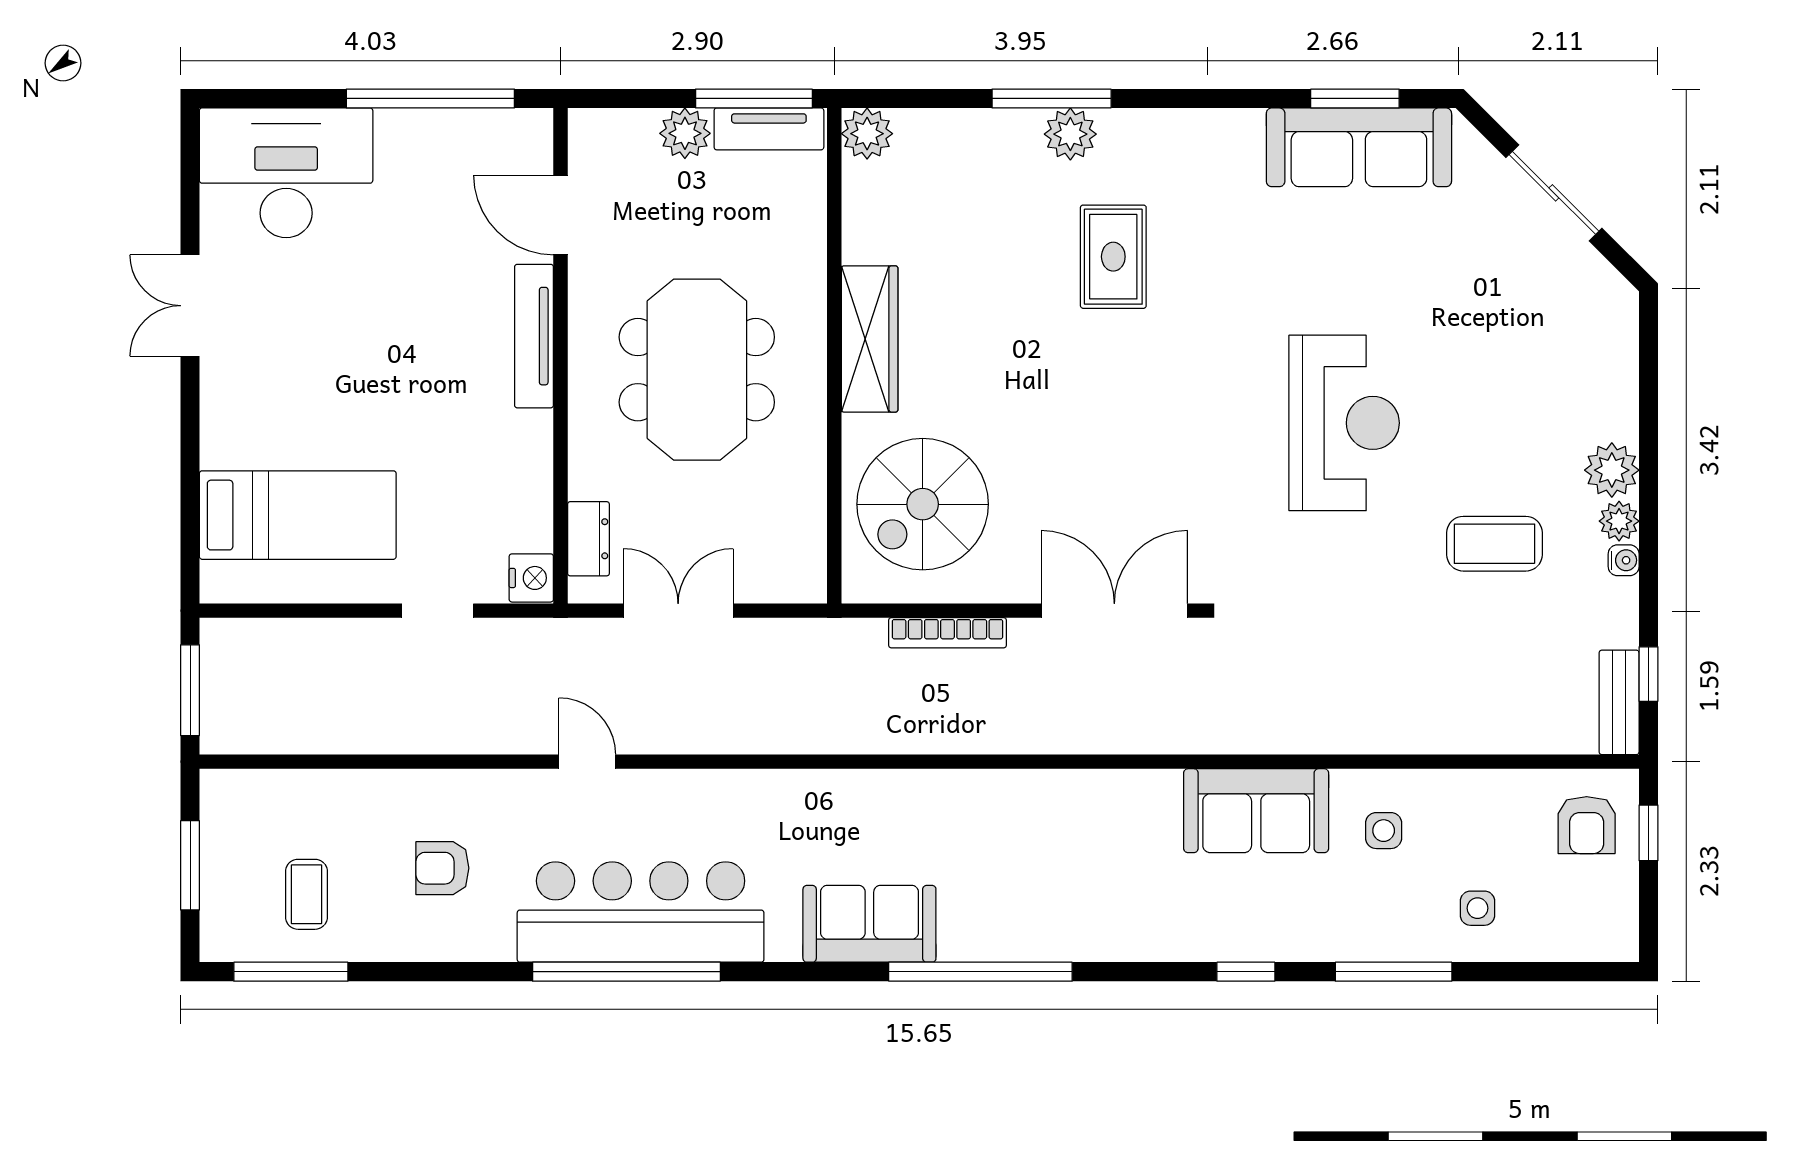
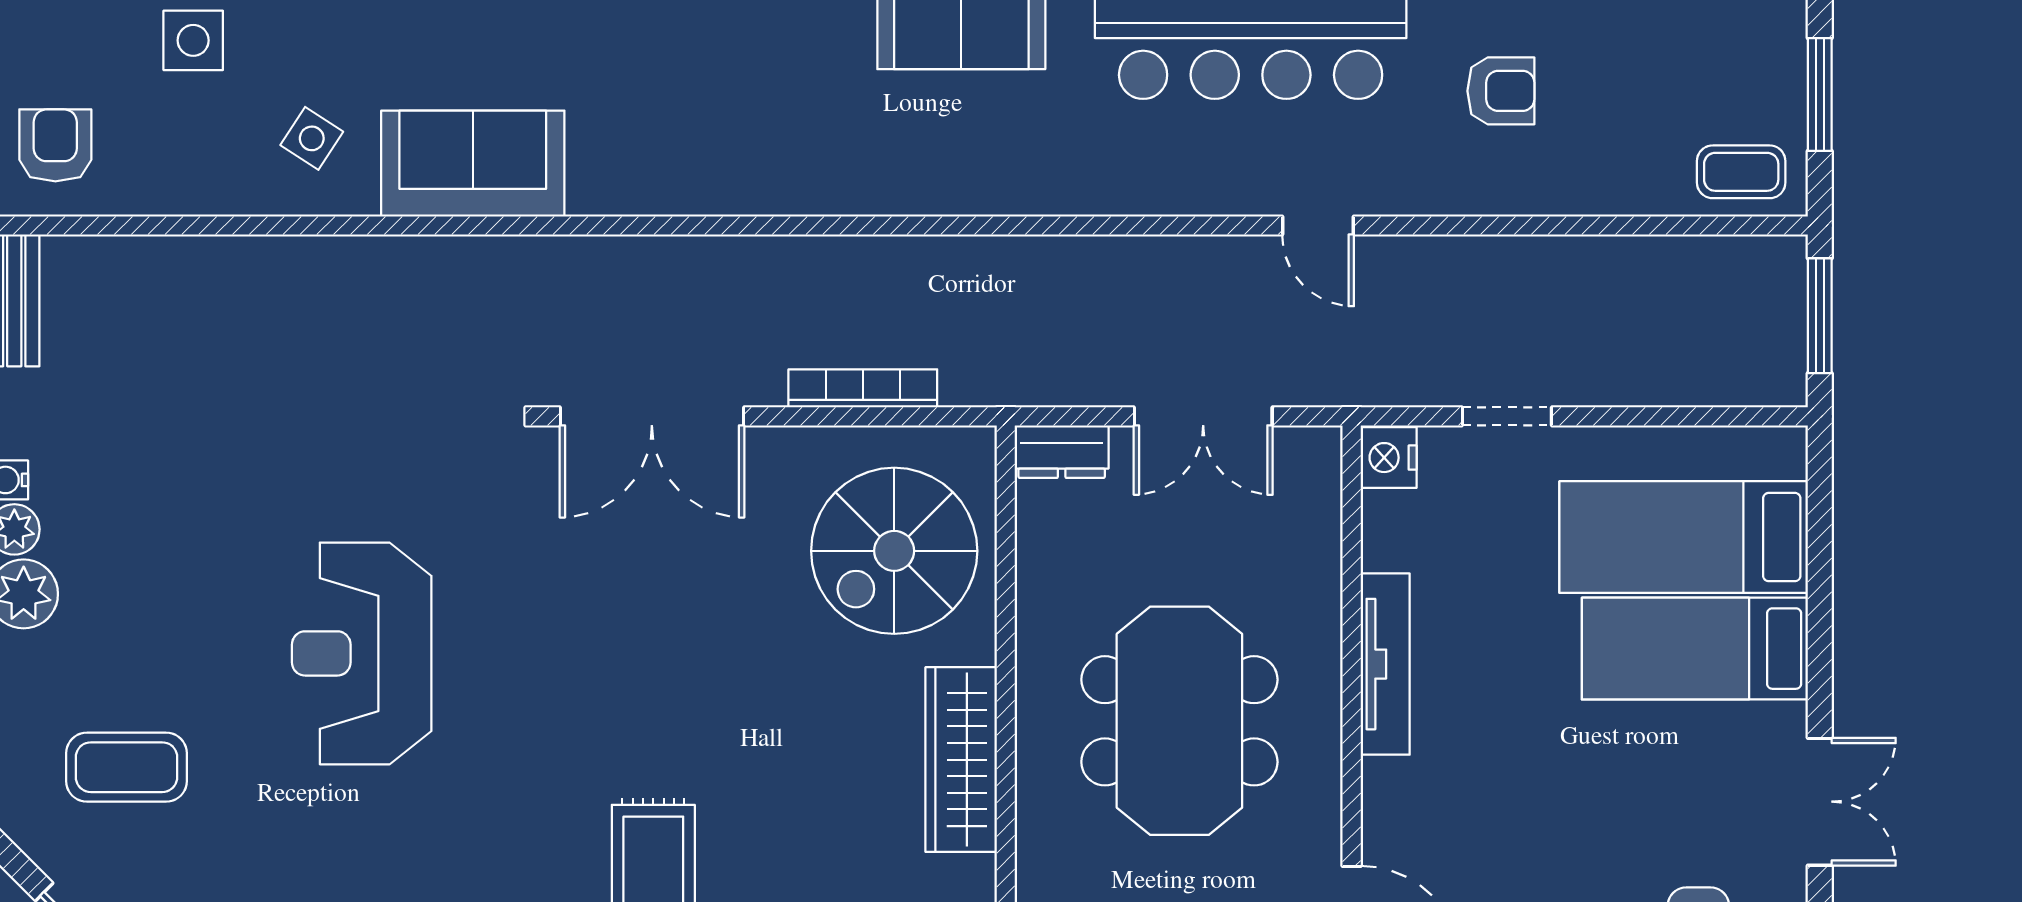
tv unit: (534, 336) -> (1385, 664), moved
bed: (289, 427) -> (1695, 649), added
spiral stairs: (923, 504) -> (894, 551), turned 180
dresser: (588, 539) -> (1062, 452), moved, turned -90
coffee table: (1495, 544) -> (126, 767), moved
side table: (1384, 831) -> (312, 138), turned 33
coffee table: (306, 894) -> (1741, 172), moved, turned 90
side table: (1477, 908) -> (193, 40), width x1.37, depth x1.37

